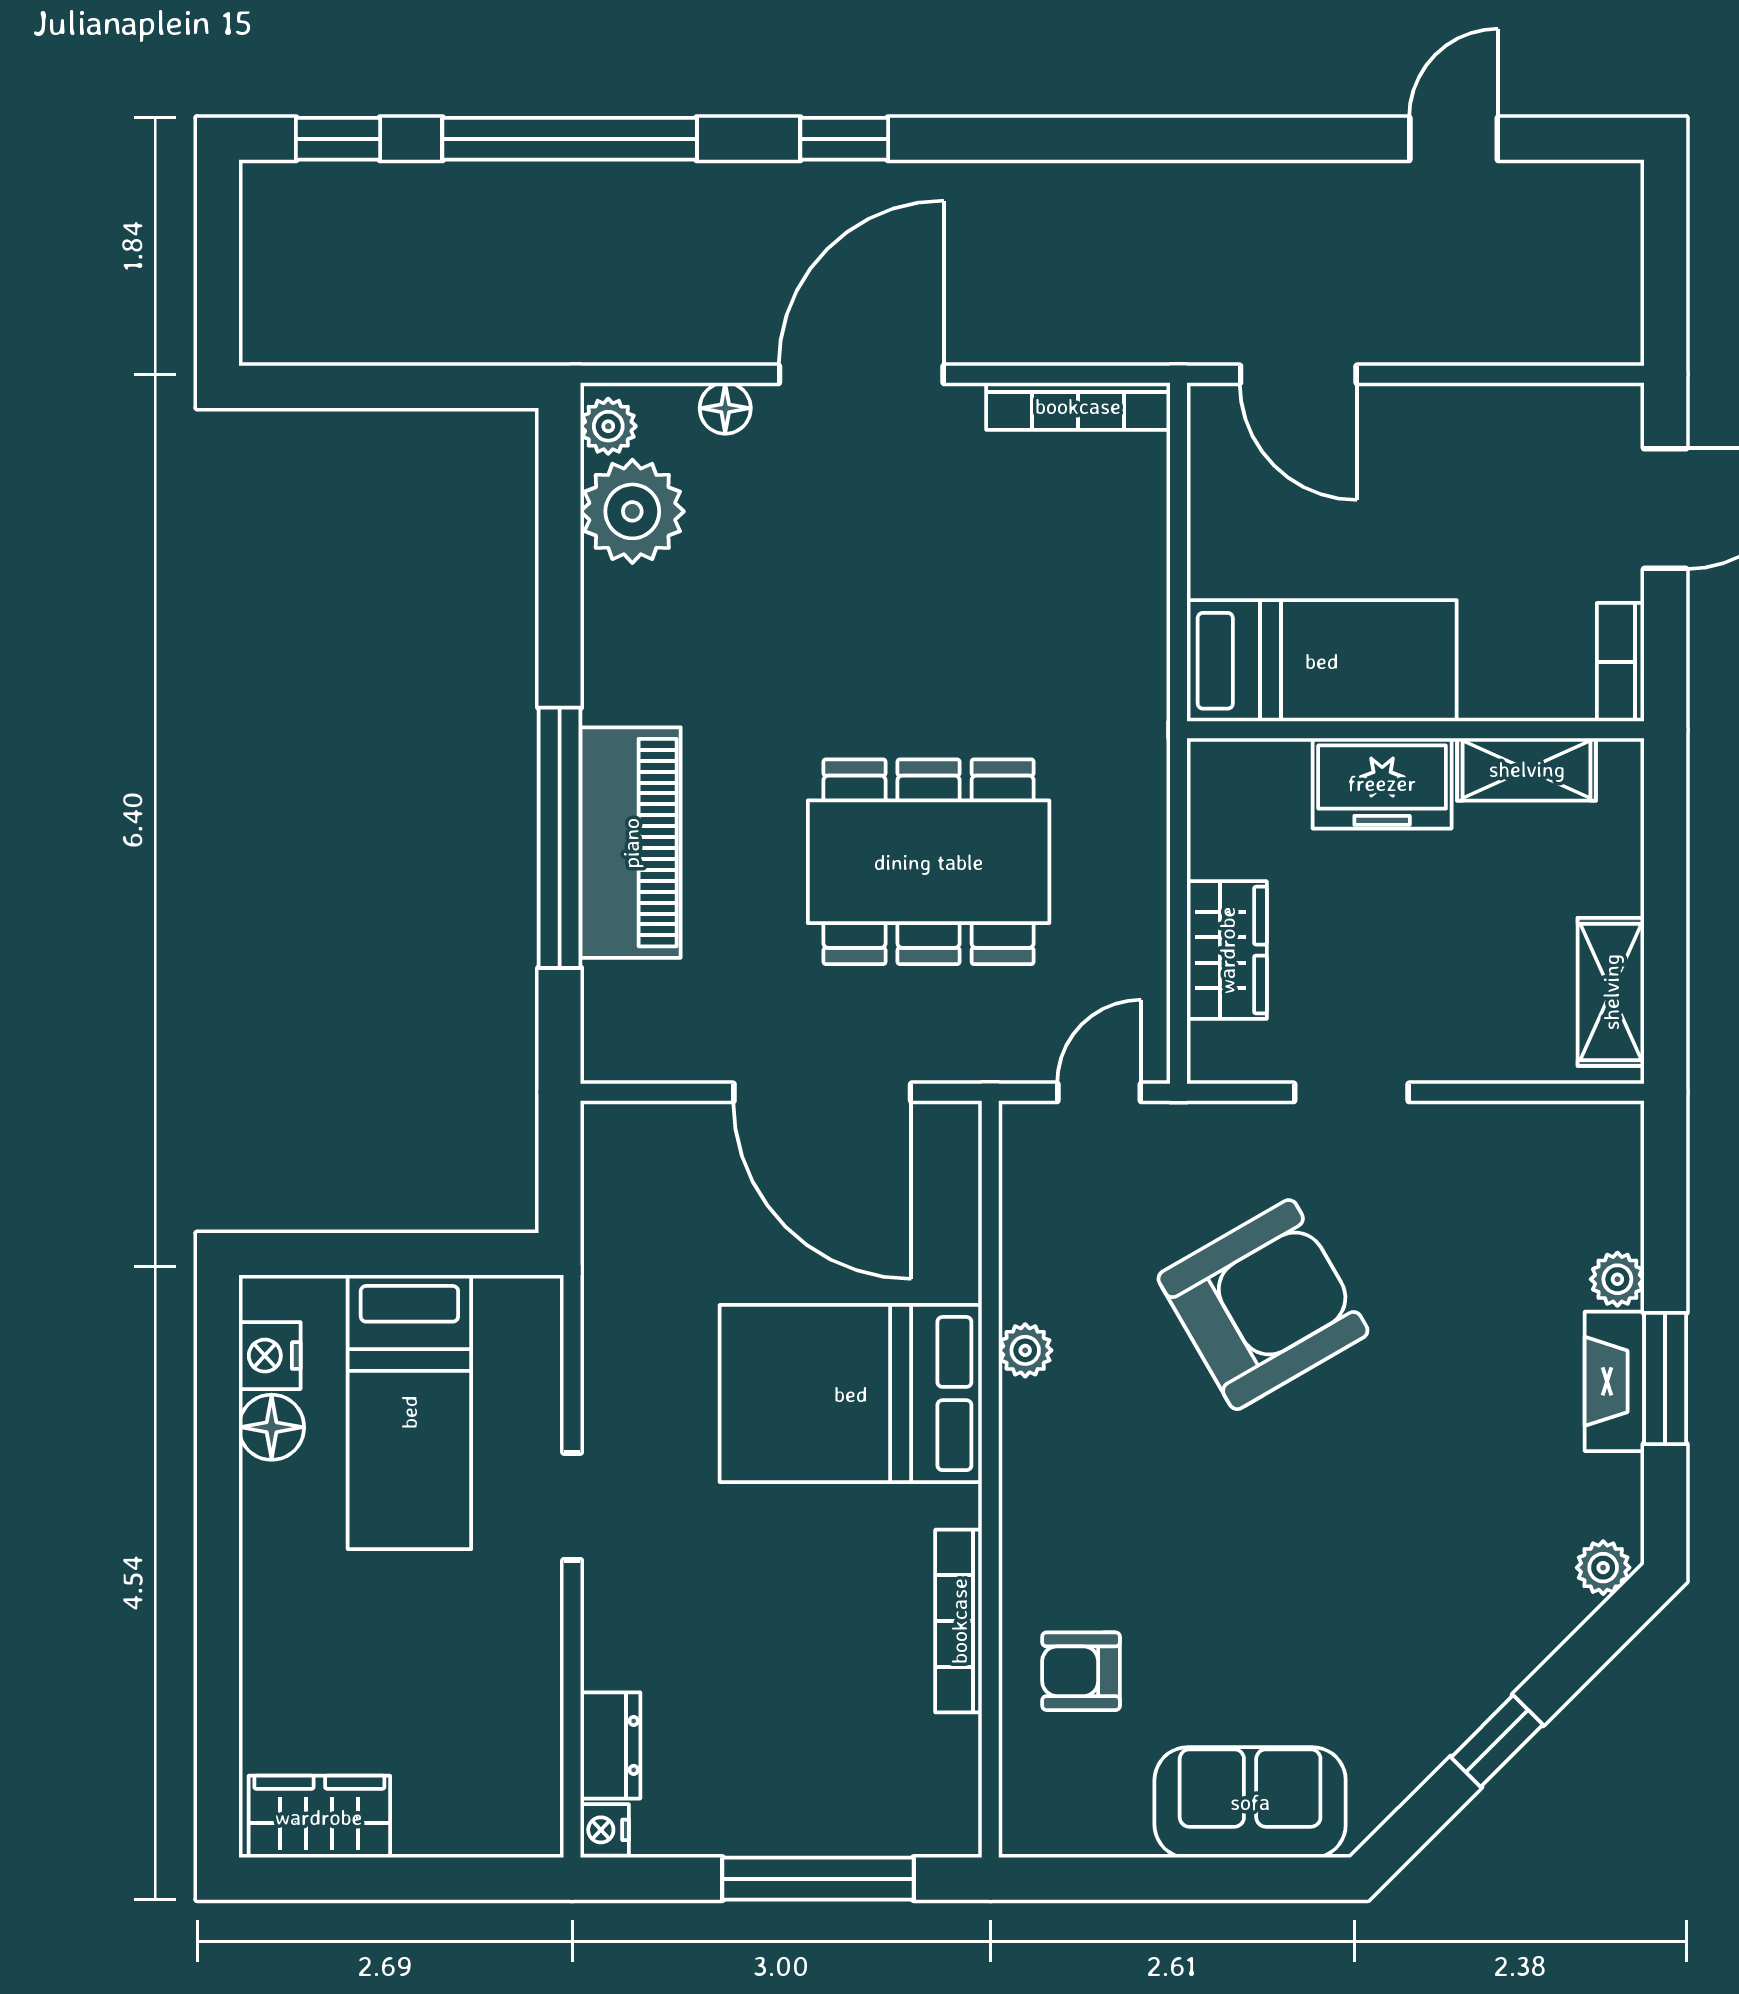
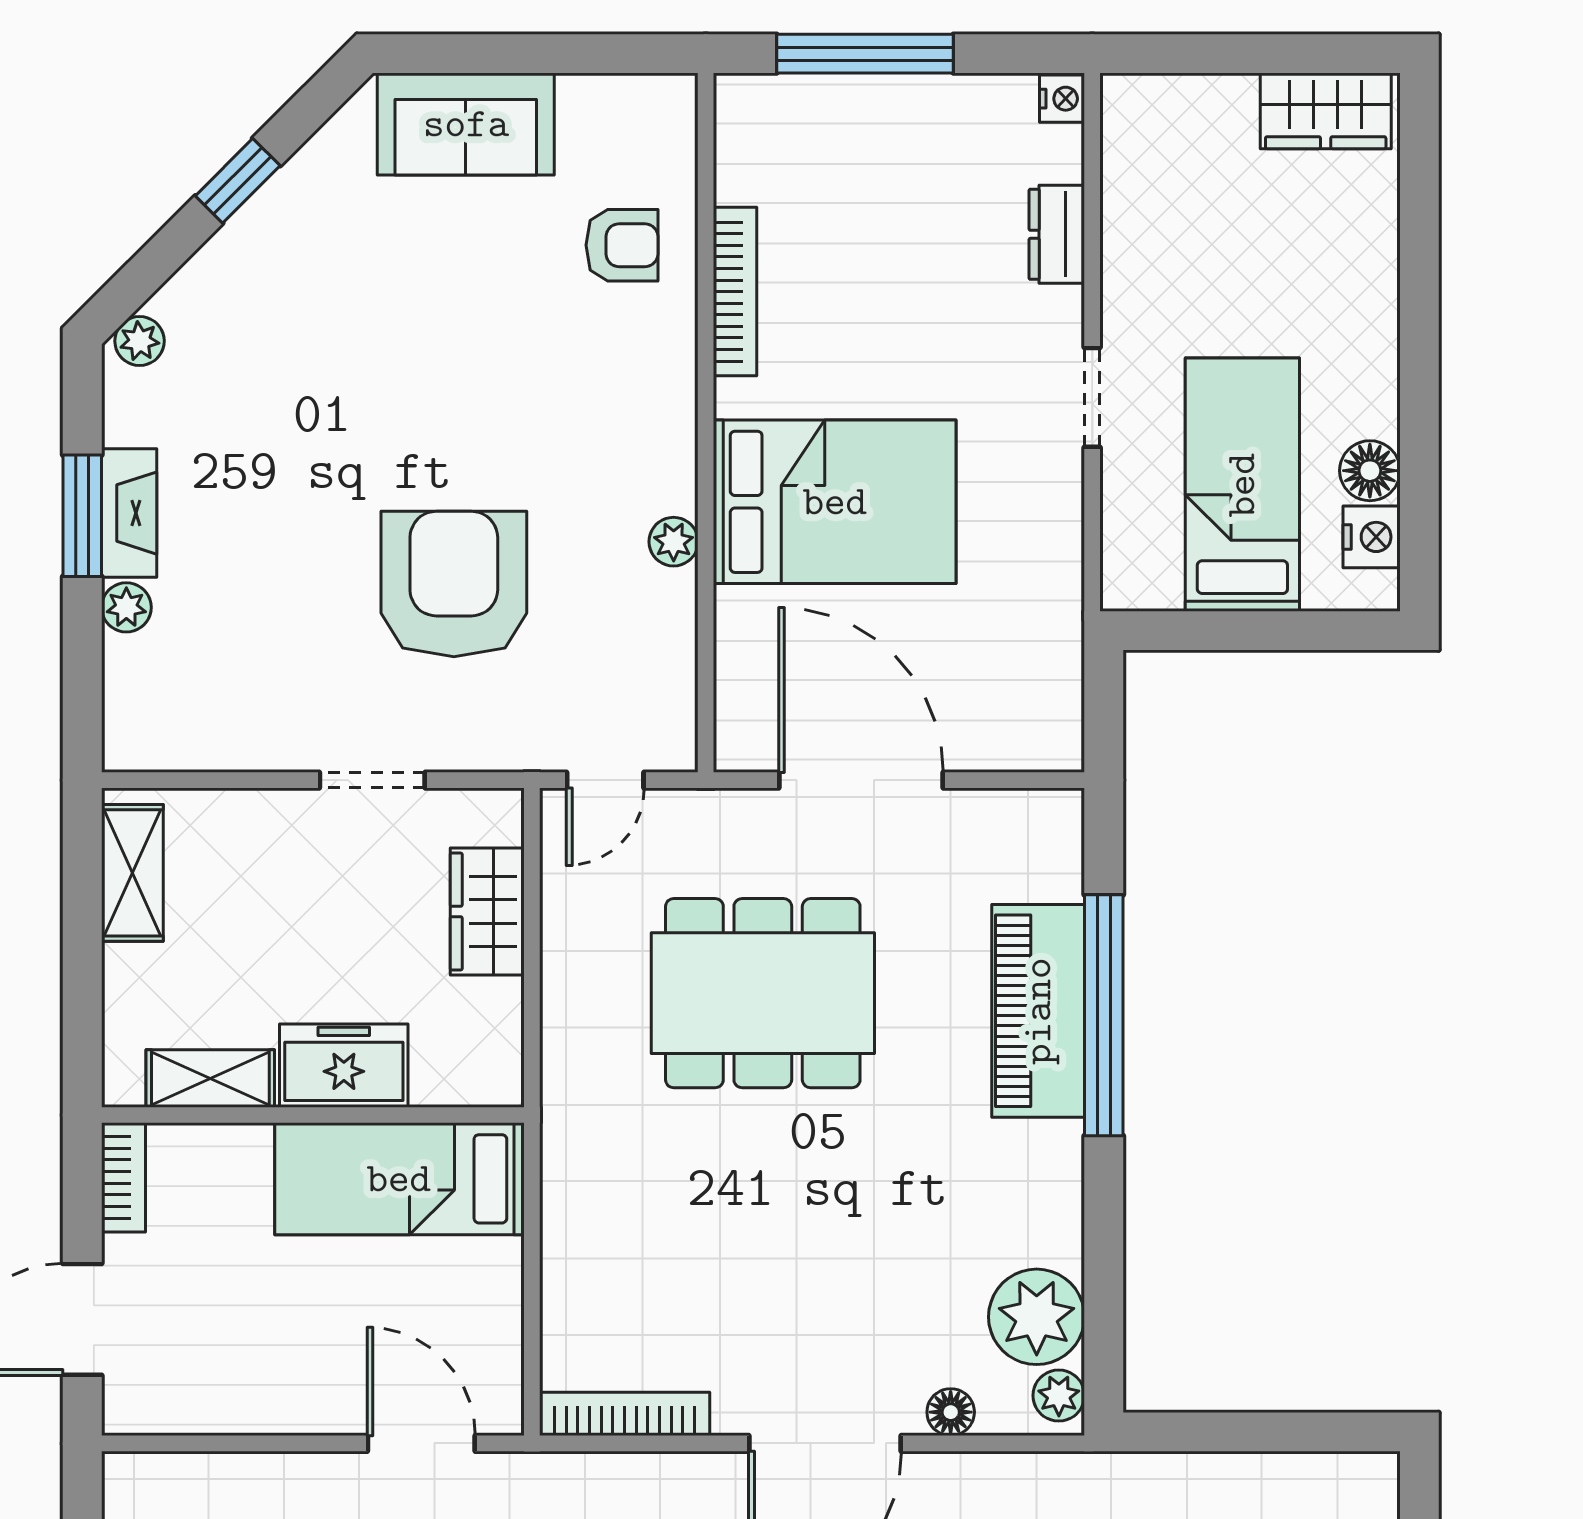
armchair: (1263, 1305) -> (454, 584), turned 120
dresser: (610, 1745) -> (1057, 234), moved

